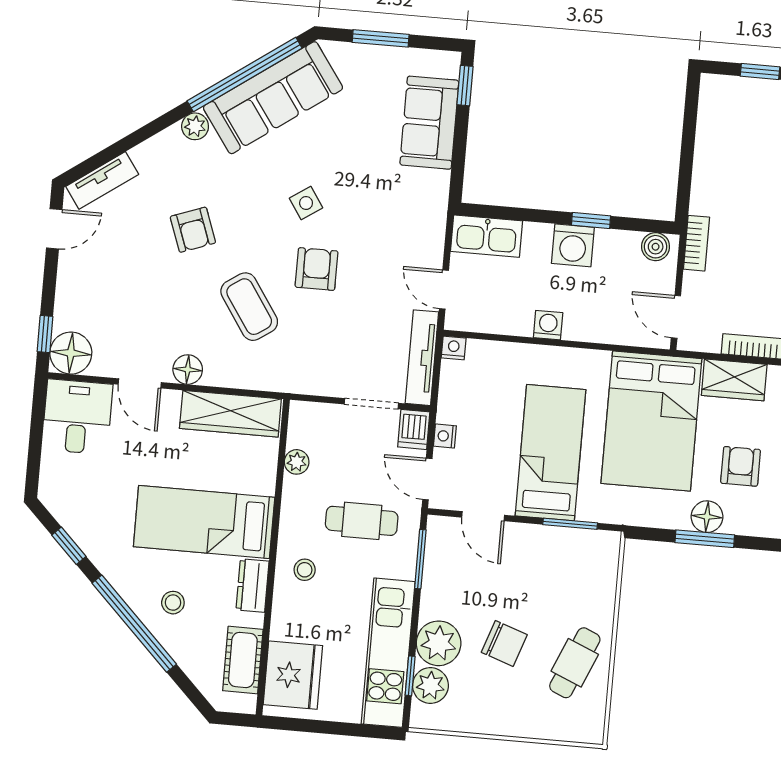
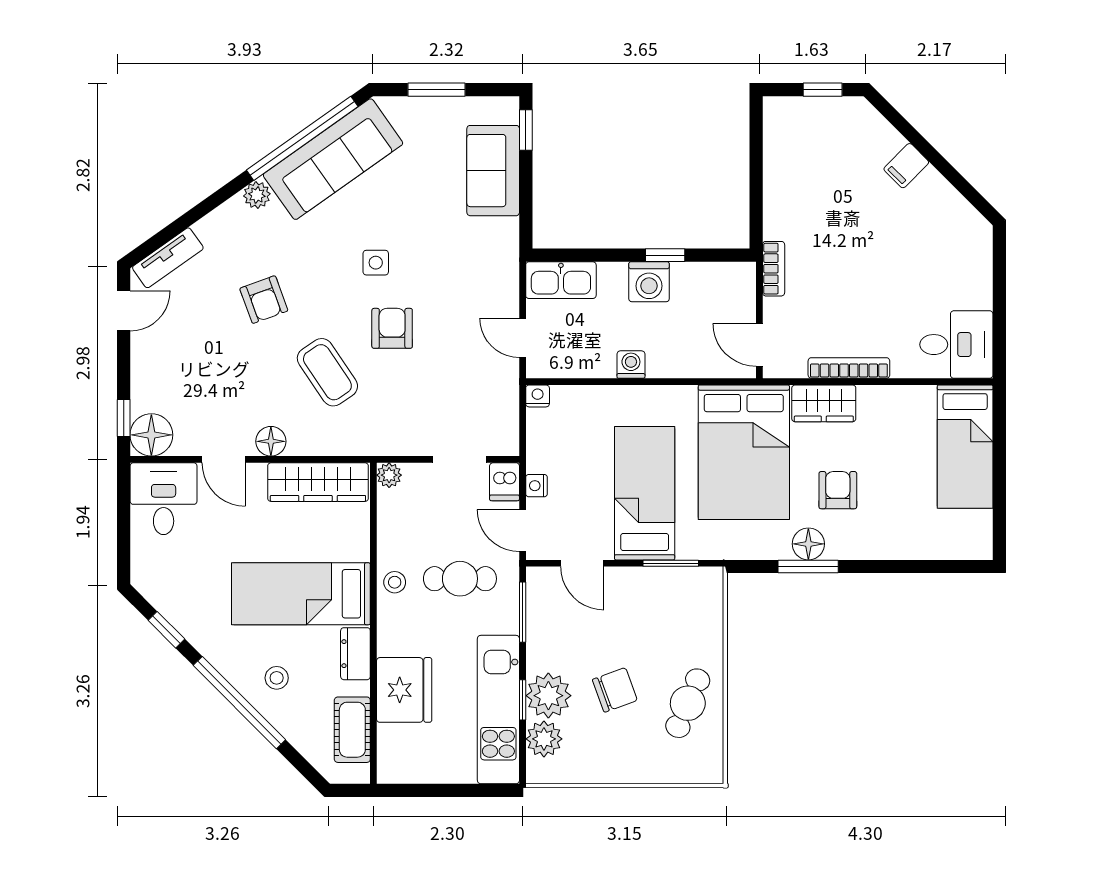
side table: (306, 203) -> (376, 263), turned 34
boiler: (656, 247) -> (733, 276), removed
tv unit: (422, 358) -> (506, 409), removed
plant: (297, 462) -> (389, 475), moved
stool: (305, 570) -> (395, 582), moved
chair: (504, 643) -> (615, 690), turned -39
fridge: (293, 675) -> (404, 690), moved
window: (410, 676) -> (523, 700), moved

